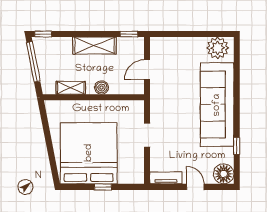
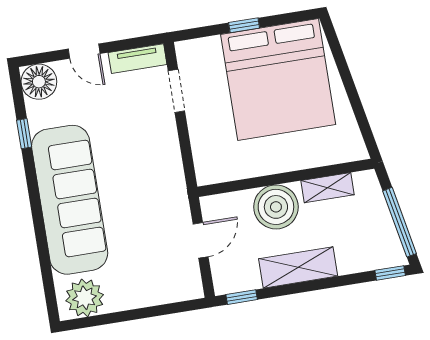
boiler: (102, 88) -> (276, 207), width x1.86, depth x1.86
doorway: (147, 135) -> (176, 91), moved

